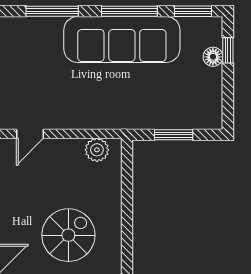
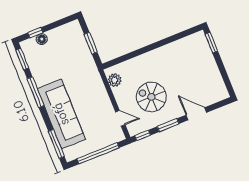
window: (52, 11) -> (56, 144), moved
sofa: (122, 39) -> (61, 114), moved
spiral stairs: (68, 235) -> (151, 97), moved

